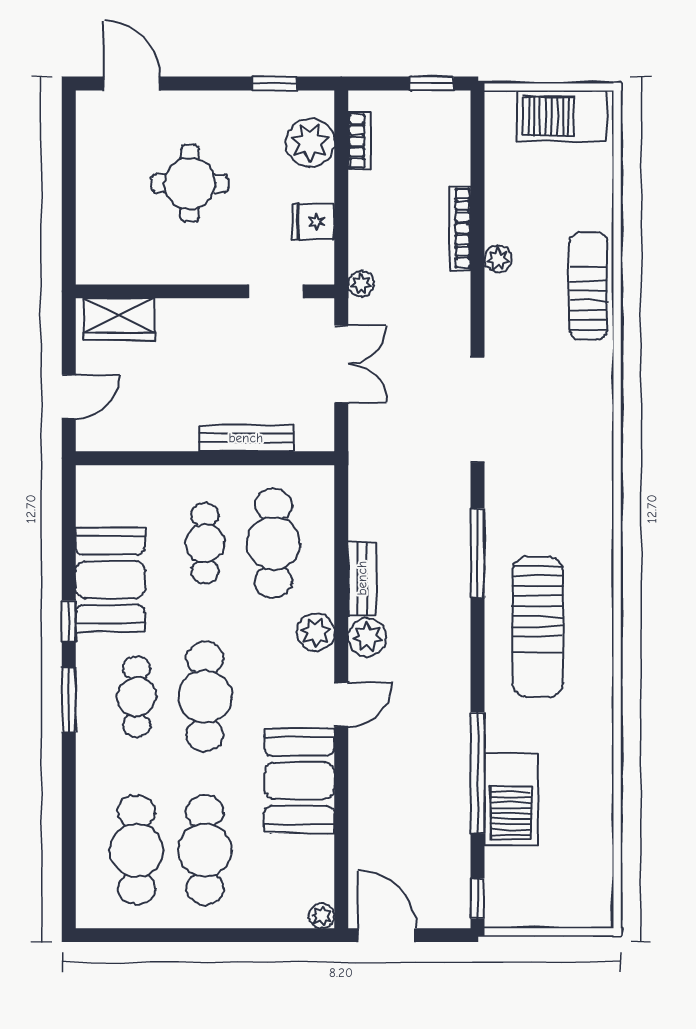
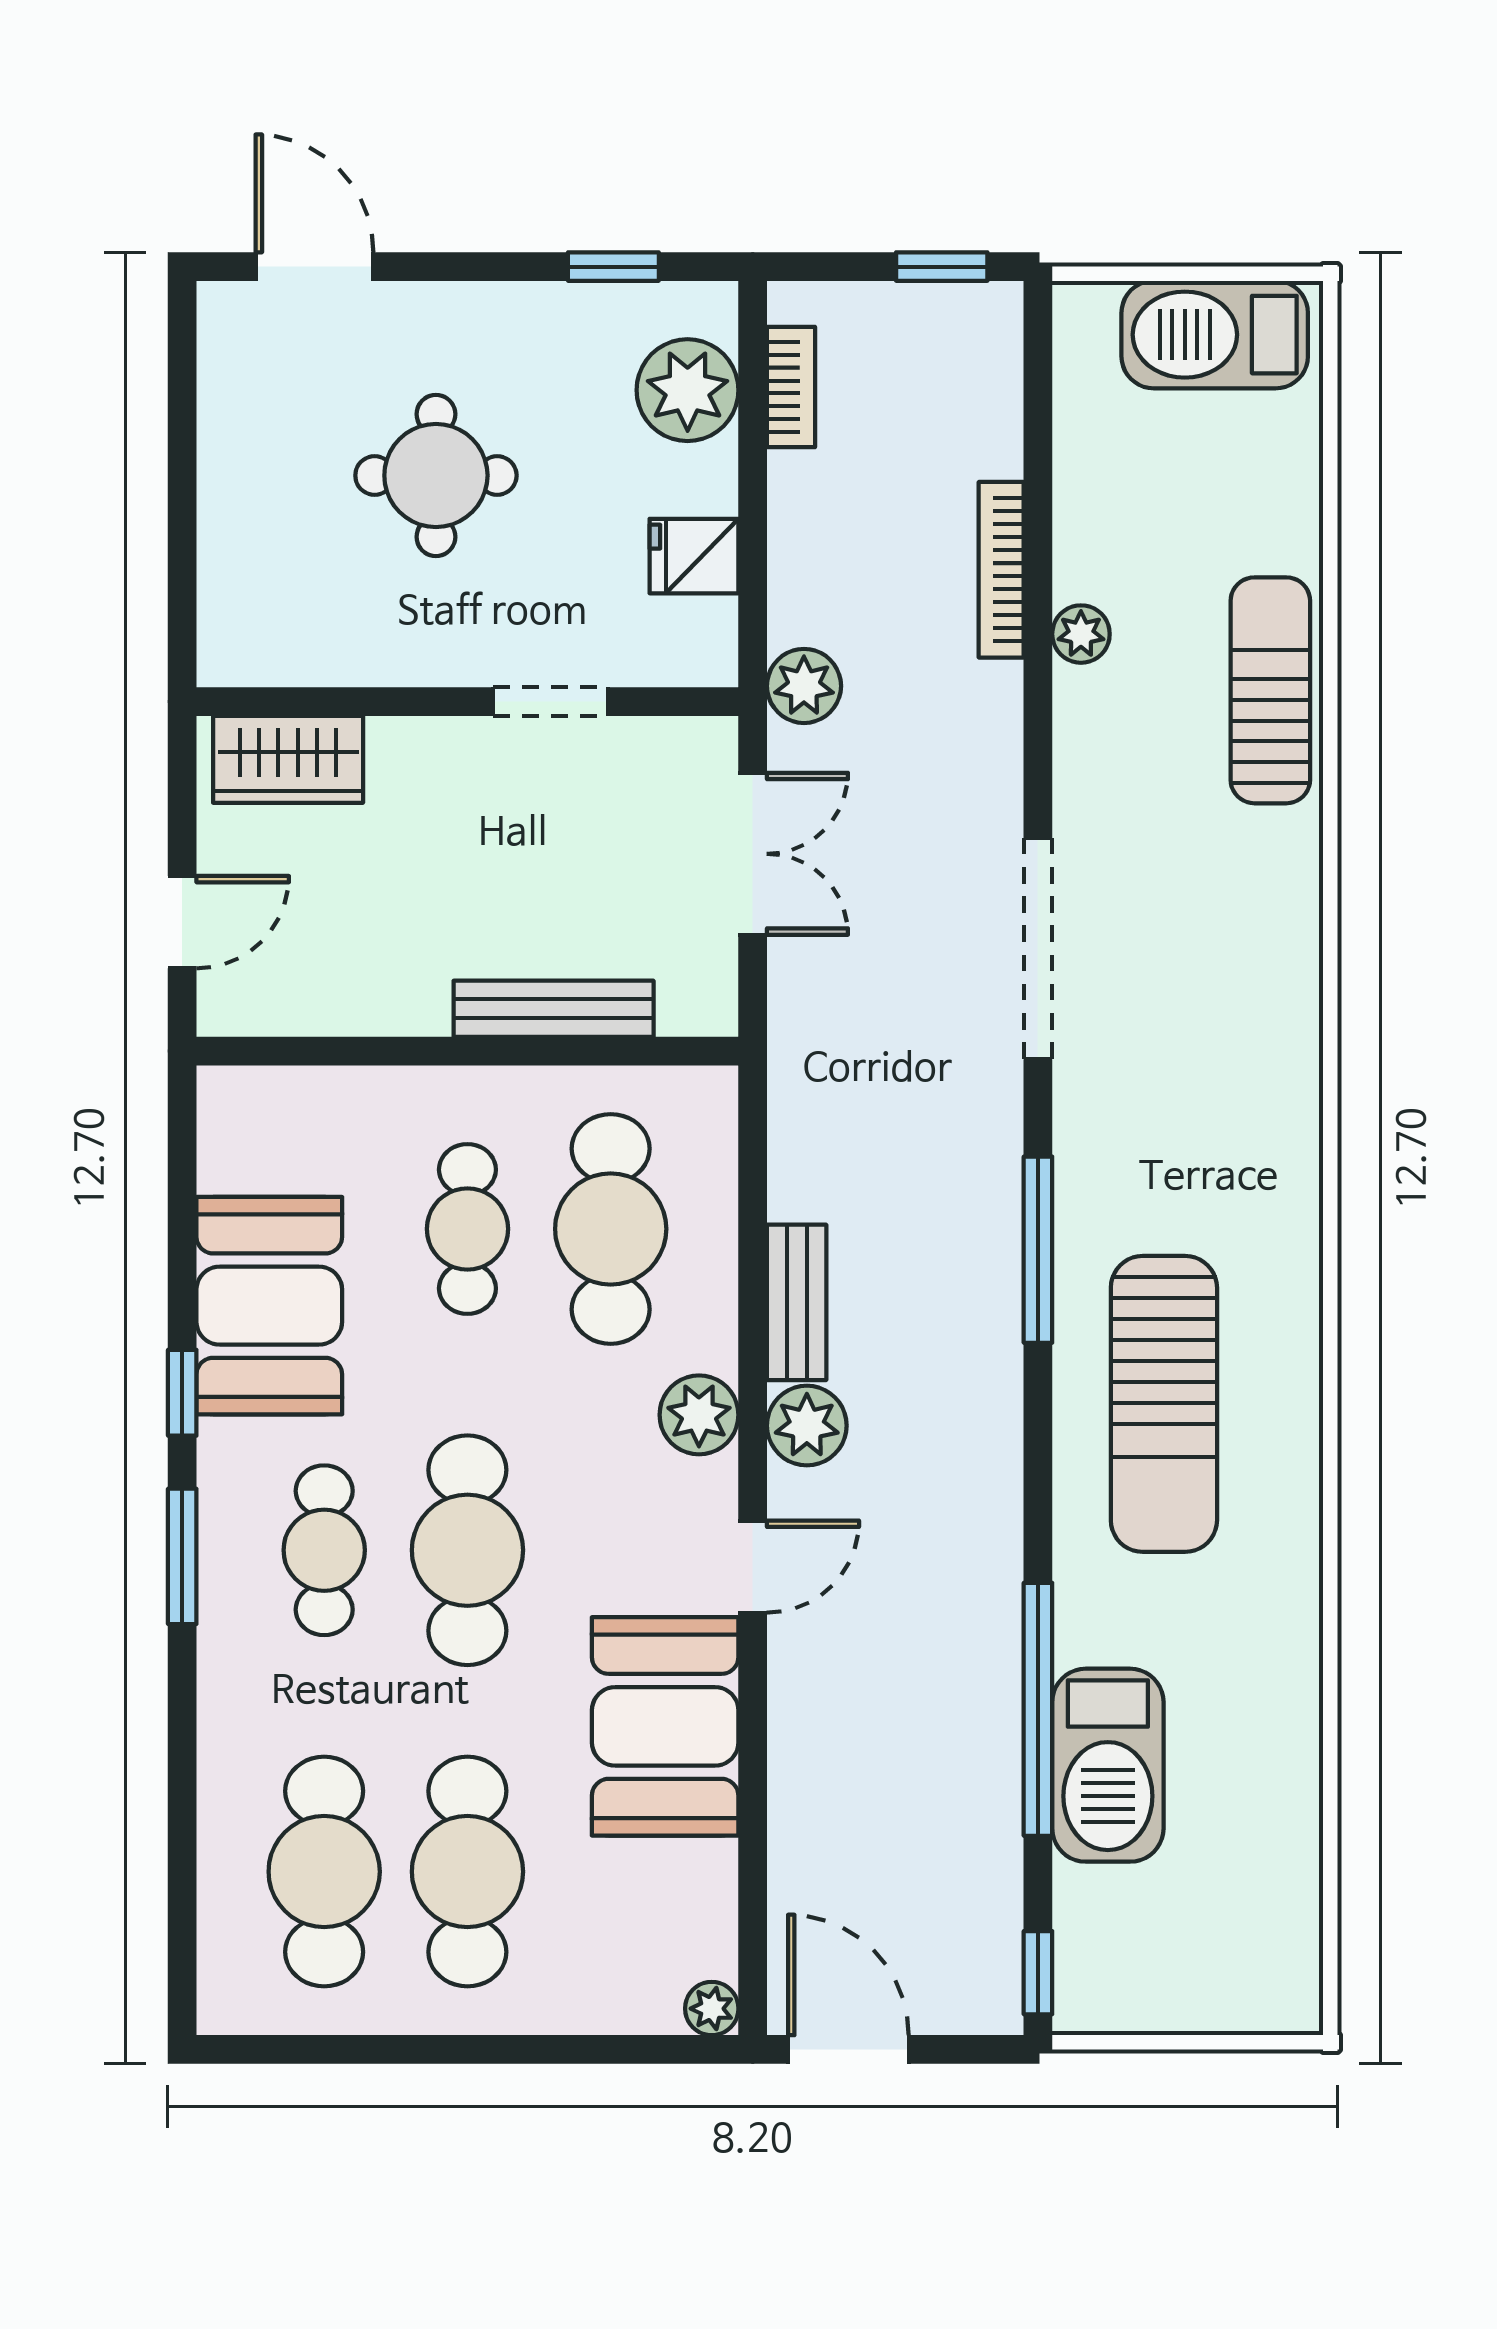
plant: (361, 284) -> (804, 686), width x1.38, depth x1.38
doorway: (276, 291) -> (551, 702), moved

